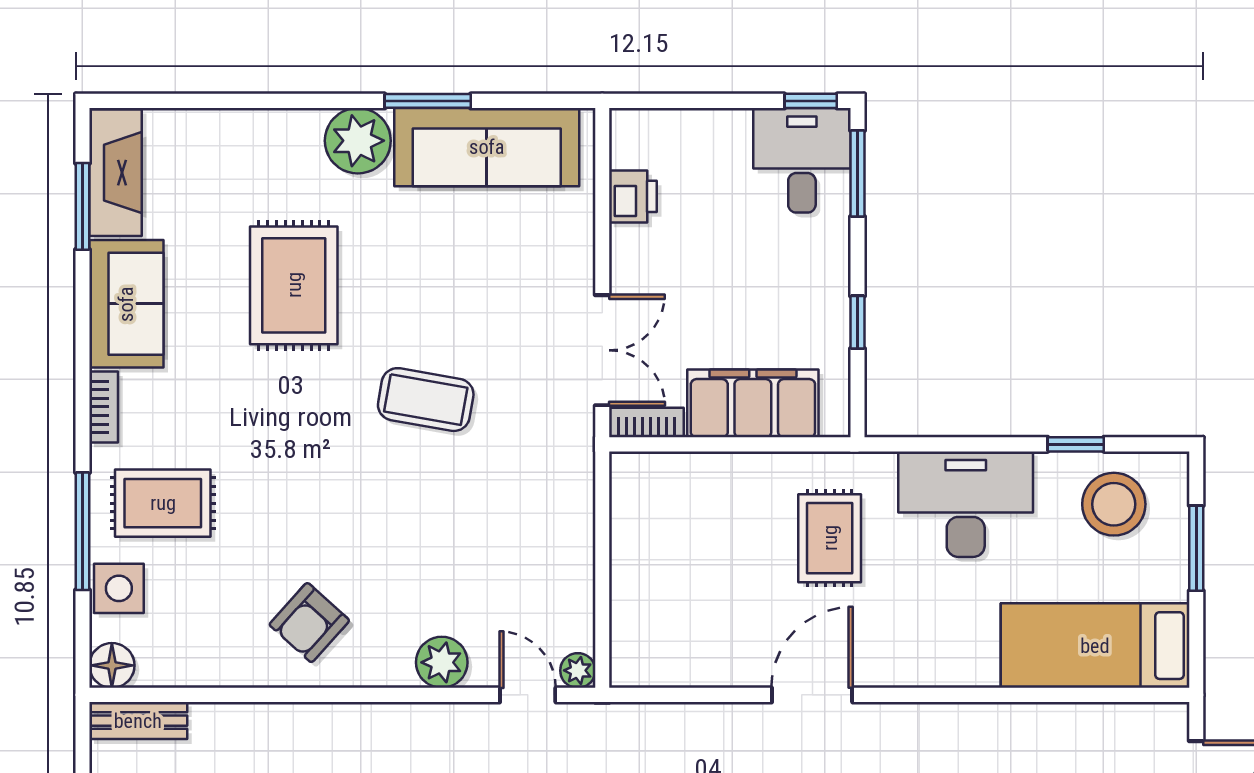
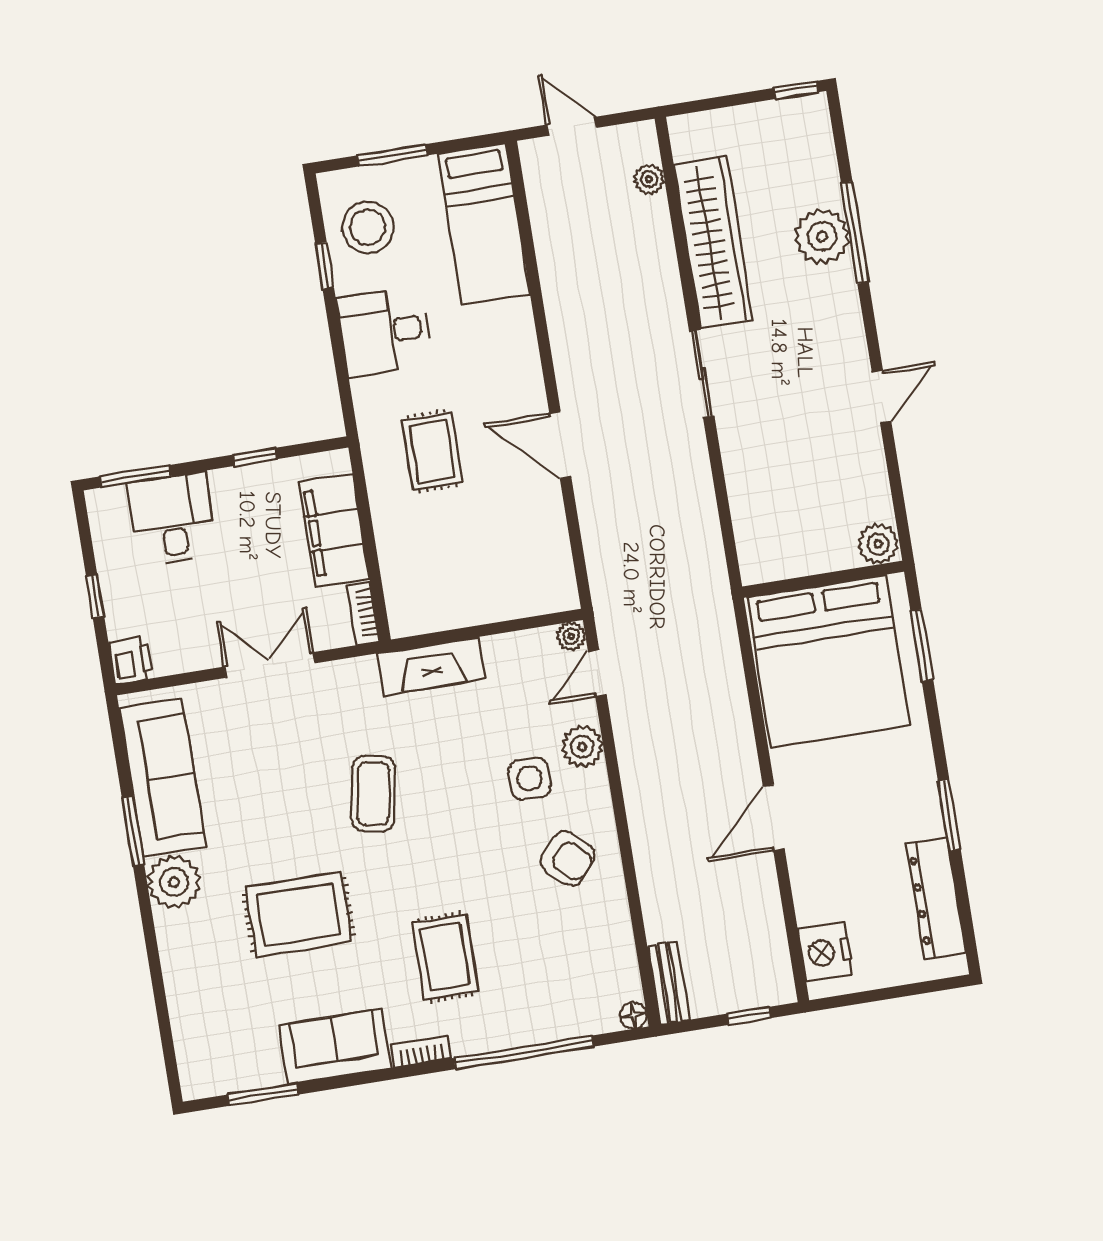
window: (811, 101) -> (95, 596), moved
desk: (802, 160) -> (172, 519), moved, turned 90
fireplace: (116, 173) -> (431, 666), moved, turned 180
printer: (633, 196) -> (131, 660), moved, turned 90
double door: (602, 350) -> (269, 665), moved
rug: (163, 503) -> (445, 957), moved
desk: (966, 504) -> (385, 332), width x0.73
window: (82, 531) -> (524, 1052), width x1.46
rug: (830, 538) -> (432, 451), turned 90
side table: (119, 588) -> (529, 778), moved
floor lamp: (112, 665) -> (633, 1015), width x0.73, depth x0.73

